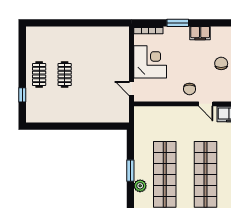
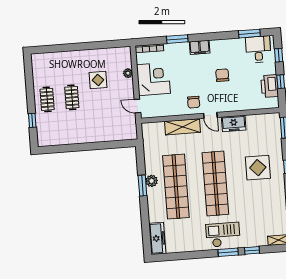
plant: (124, 54) -> (128, 73), added
display table: (93, 59) -> (98, 80), added
shelving: (176, 113) -> (182, 127), added
plant: (140, 186) -> (152, 181), moved

